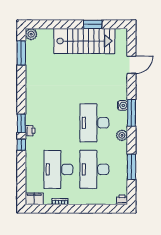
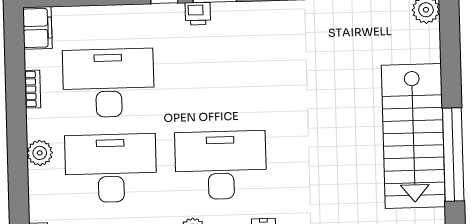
window: (93, 24) -> (453, 155), width x2.11
plant: (87, 199) -> (40, 153), added

